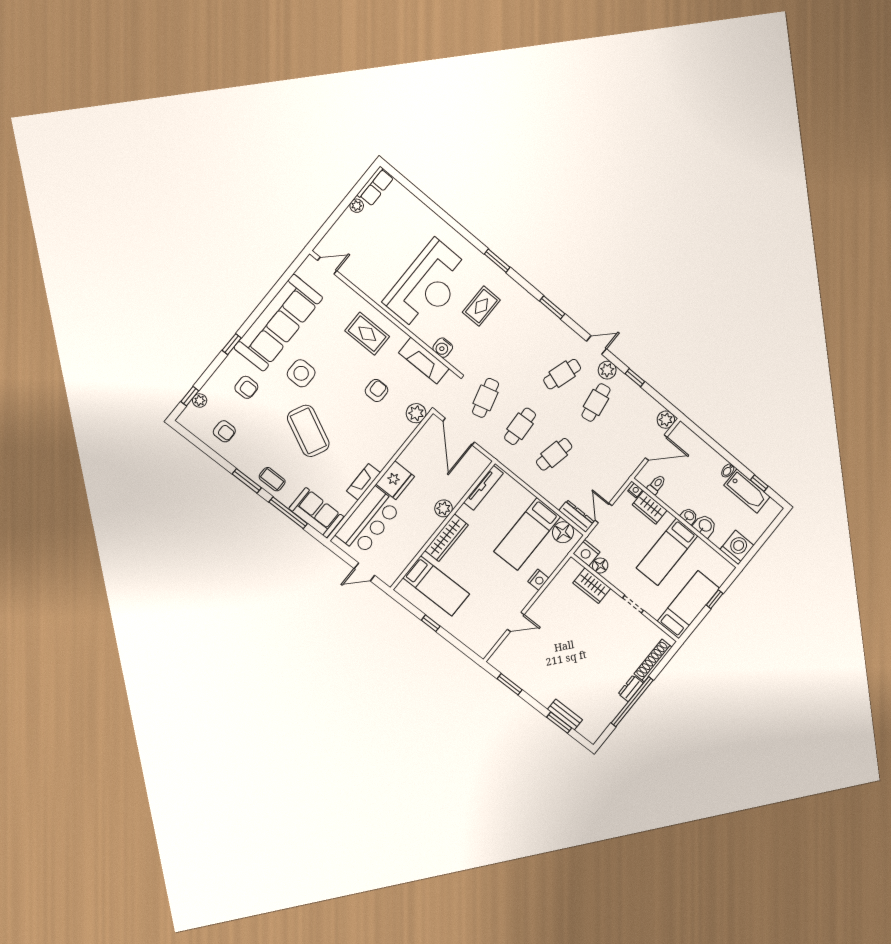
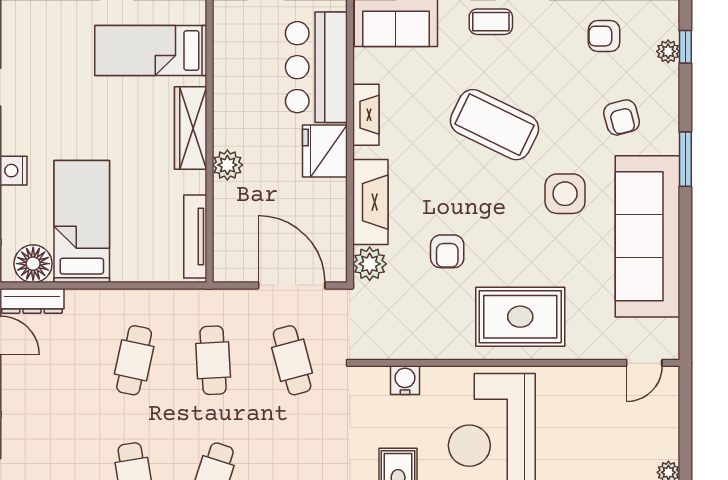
rug: (367, 334) -> (520, 317), width x1.36, depth x1.43
window: (232, 344) -> (685, 159), width x1.50
fireplace: (424, 361) -> (370, 202), moved, turned 90
armchair: (246, 387) -> (622, 117), turned -105

